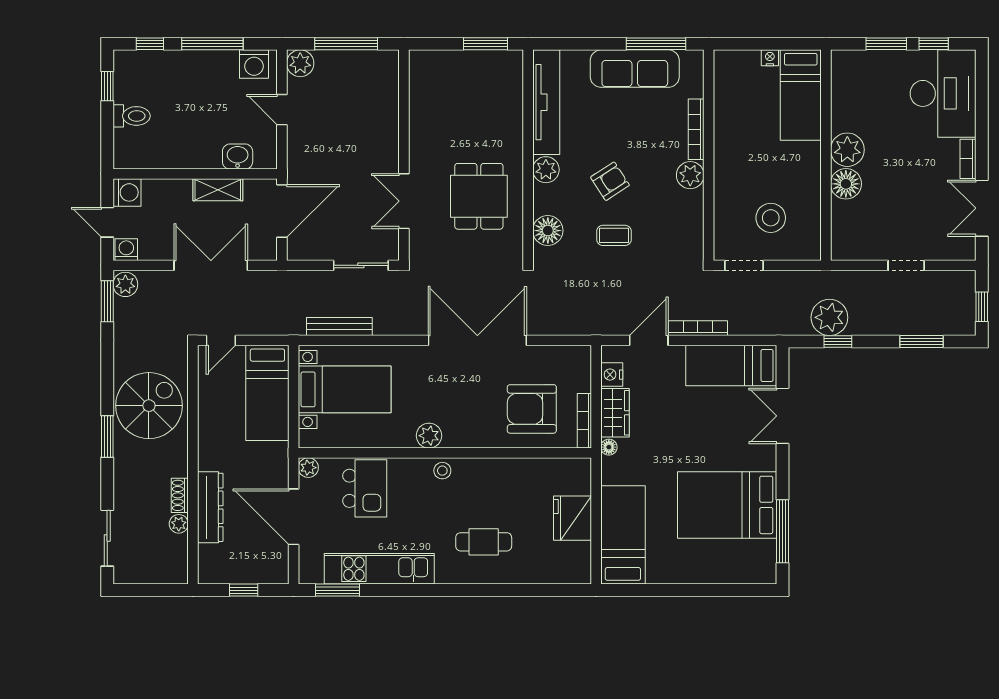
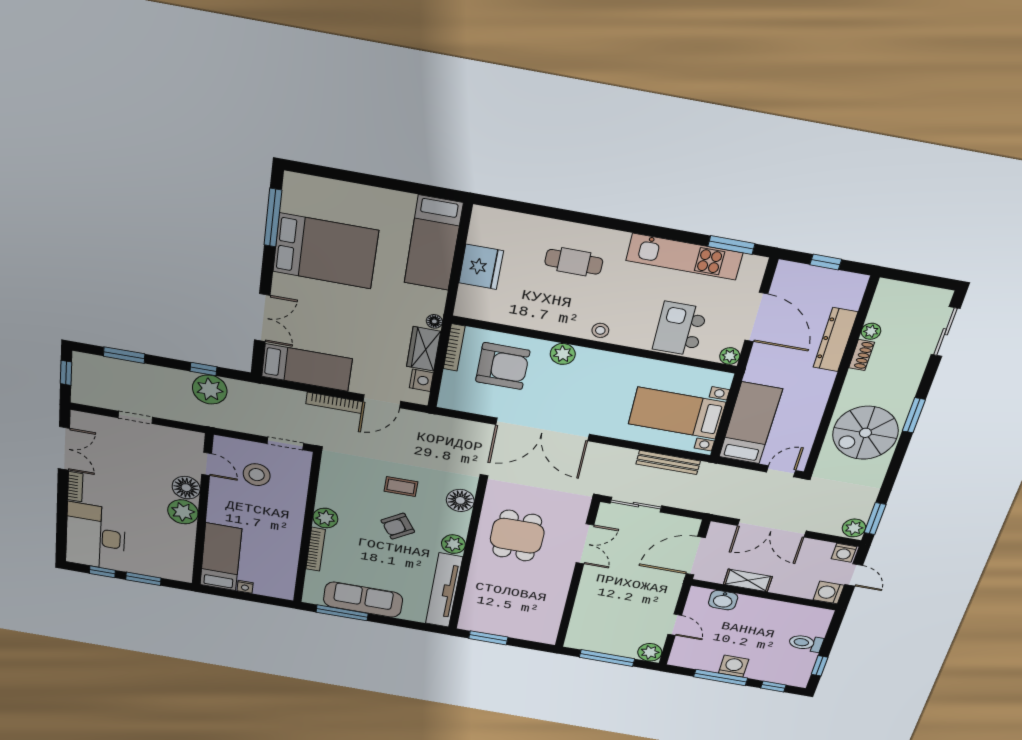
washing machine: (254, 64) -> (734, 666), moved
door: (826, 220) -> (207, 464), added
plant: (429, 436) -> (563, 354), moved

